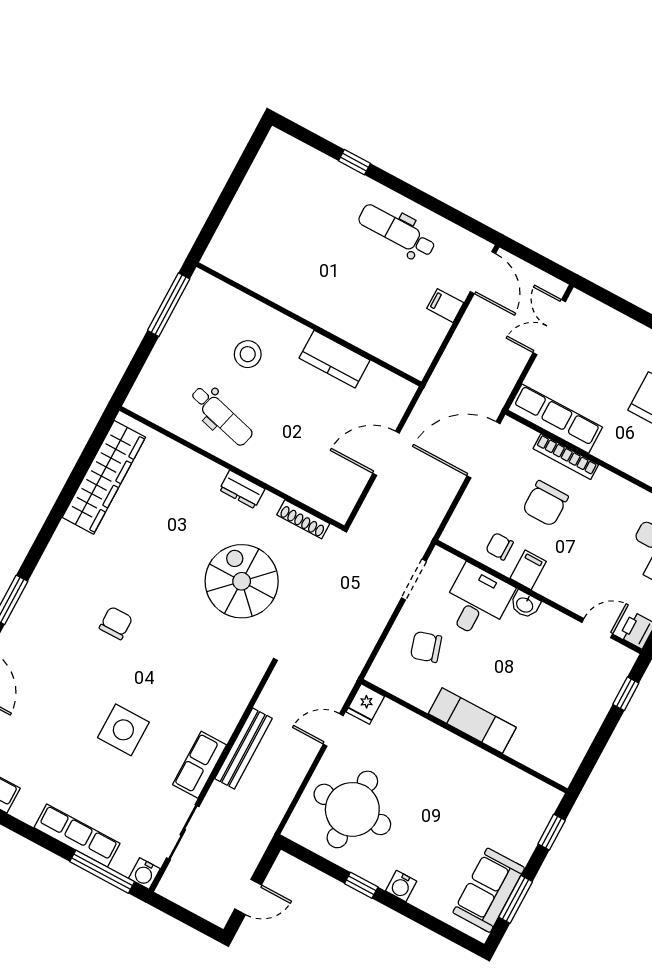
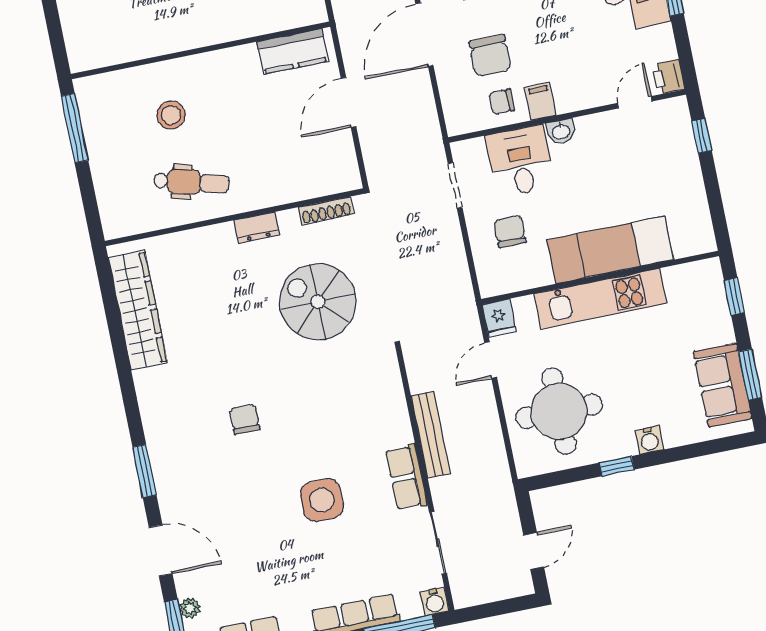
kitchen counter: (335, 359) -> (293, 51), moved
chair: (545, 504) -> (490, 56), moved
chair: (426, 647) -> (510, 231), turned 107
exam couch: (472, 721) -> (610, 250), width x1.36, depth x1.45
kitchen unit: (452, 752) -> (601, 299), added

